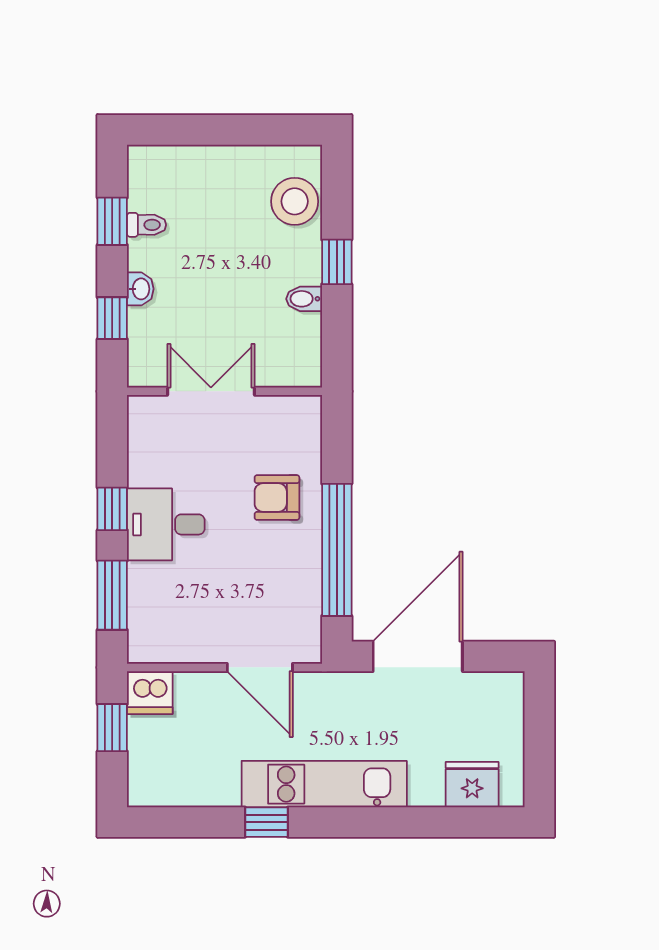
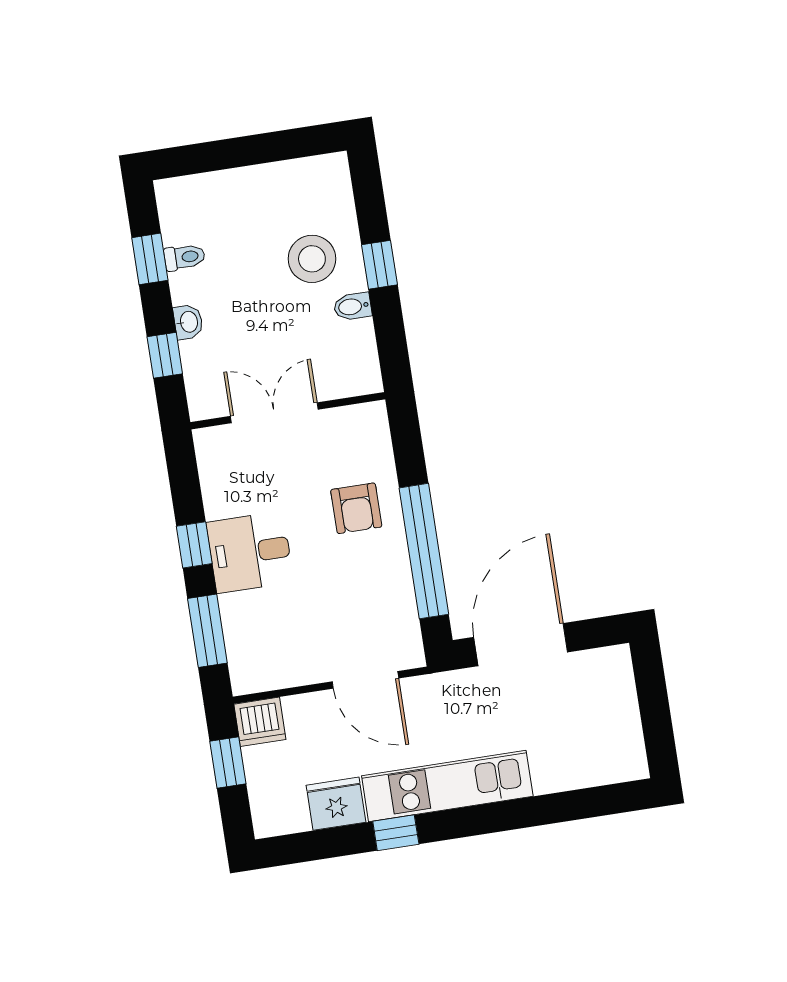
stool: (295, 201) -> (312, 259), moved
armchair: (277, 498) -> (356, 508), turned -90
fridge: (472, 785) -> (336, 804), moved

